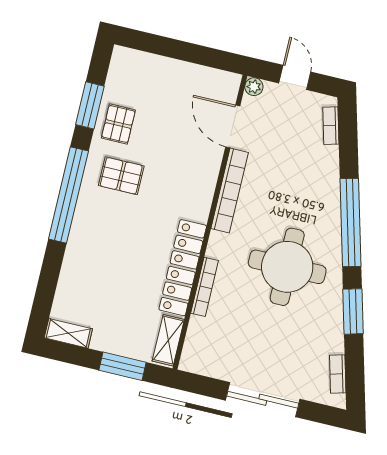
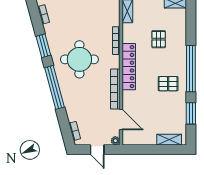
shelving: (146, 63) -> (169, 140), added
pallet: (118, 124) -> (159, 39), moved
locker: (183, 268) -> (129, 67), moved

